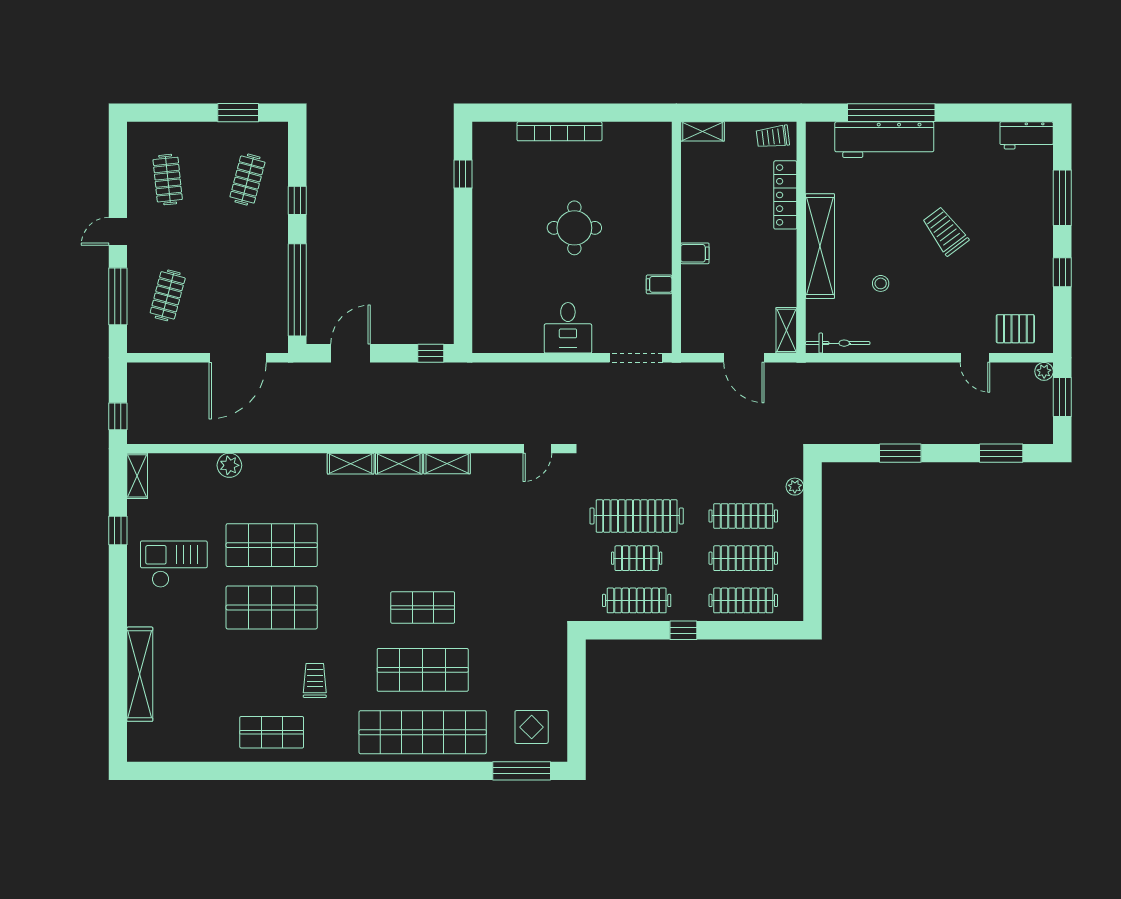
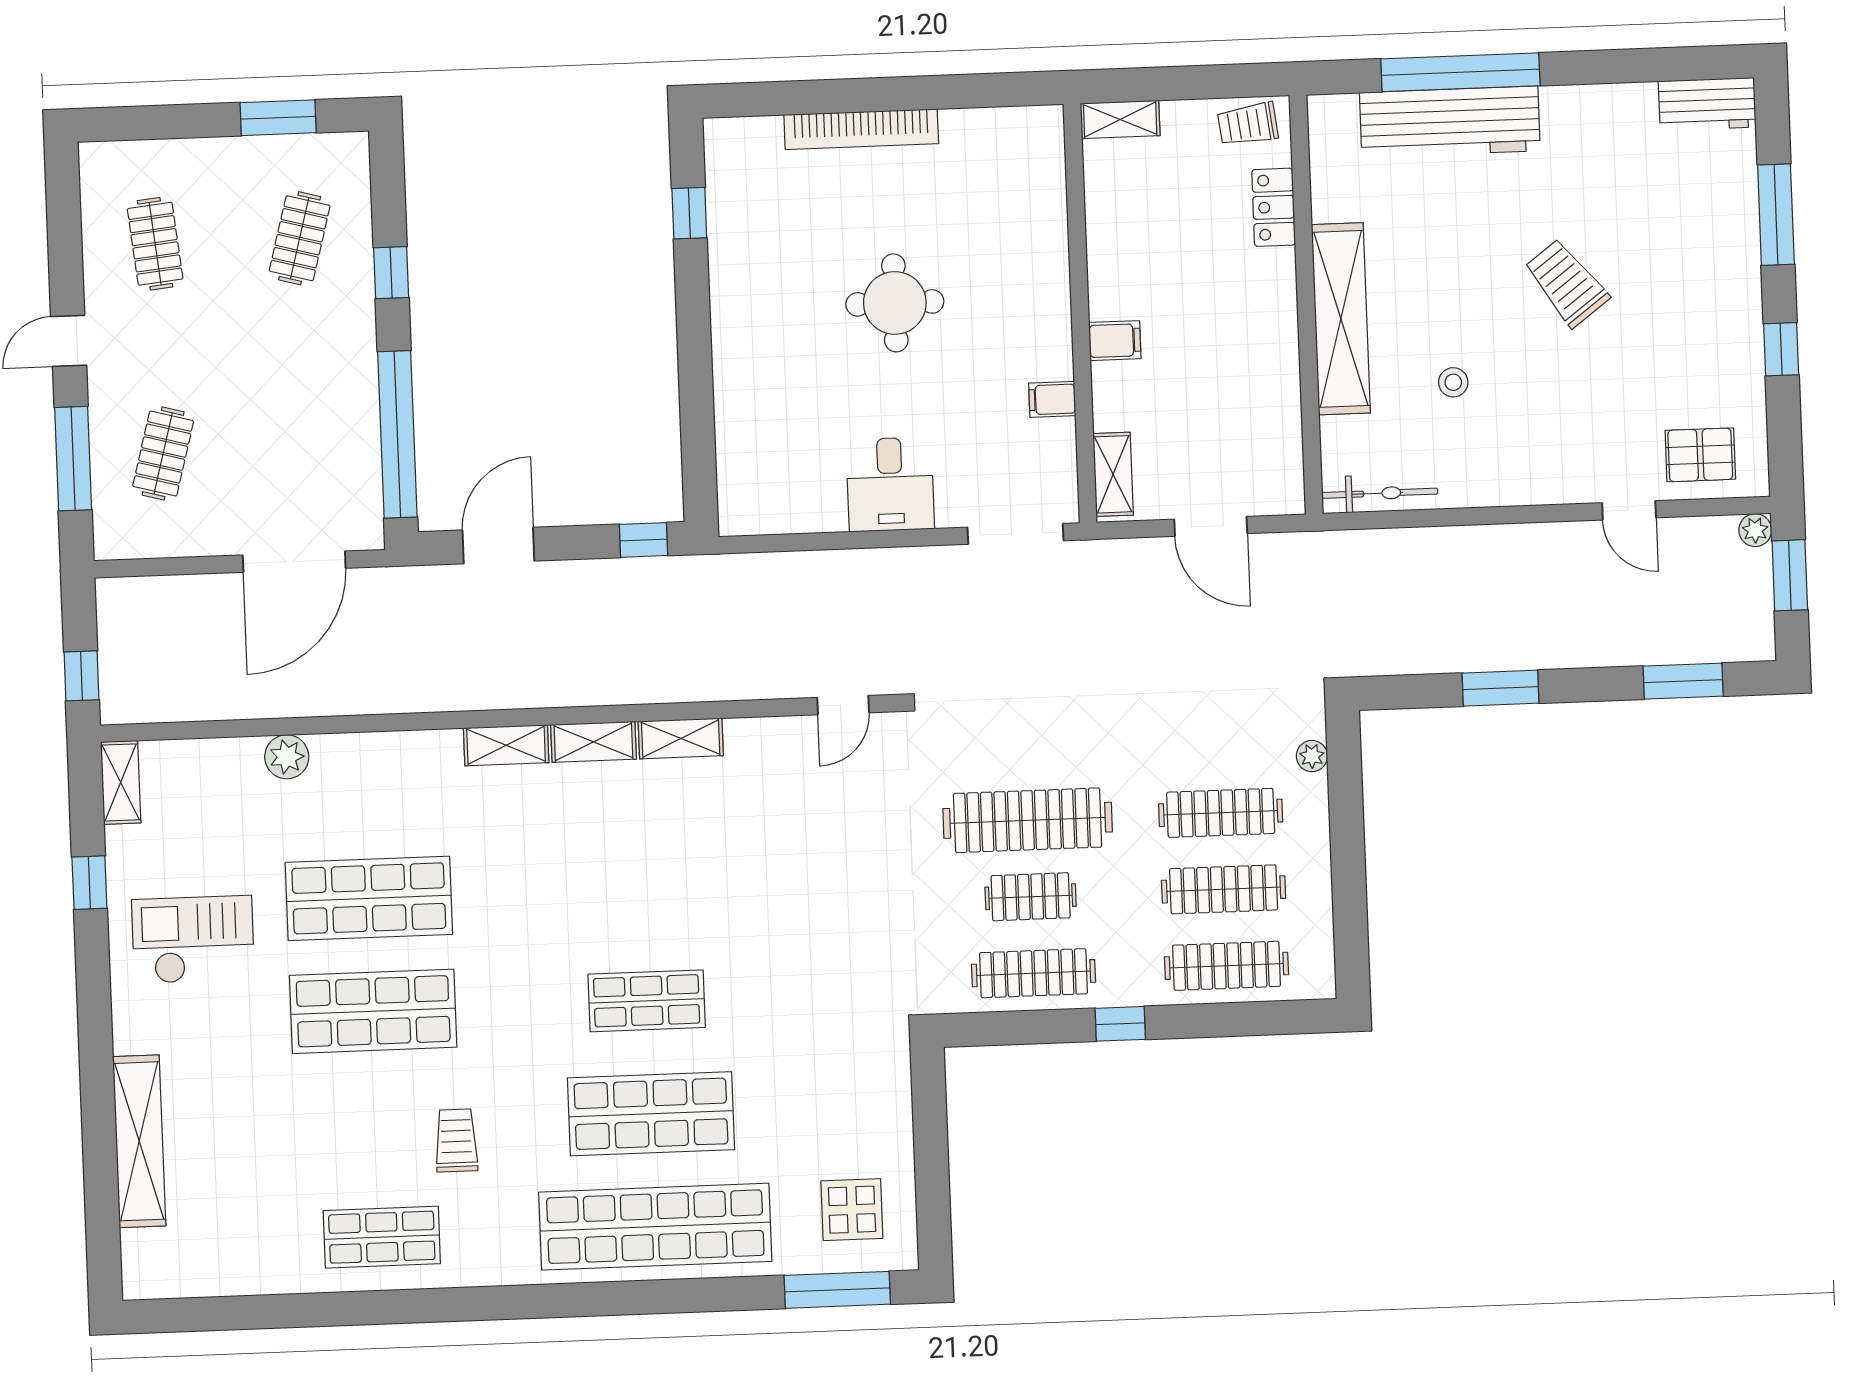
locker: (785, 195) -> (1274, 207), width x0.66
shelving: (786, 330) -> (1113, 474), moved

